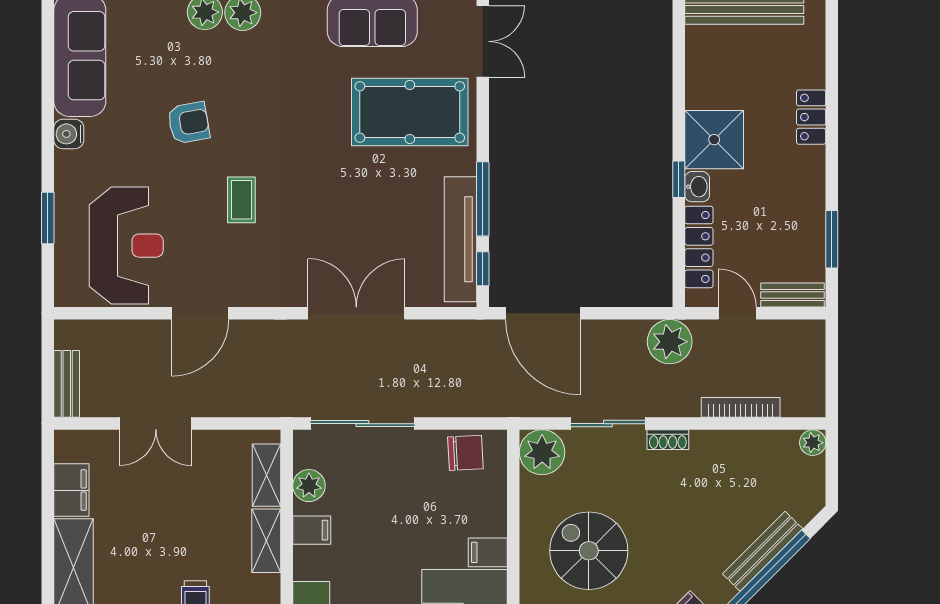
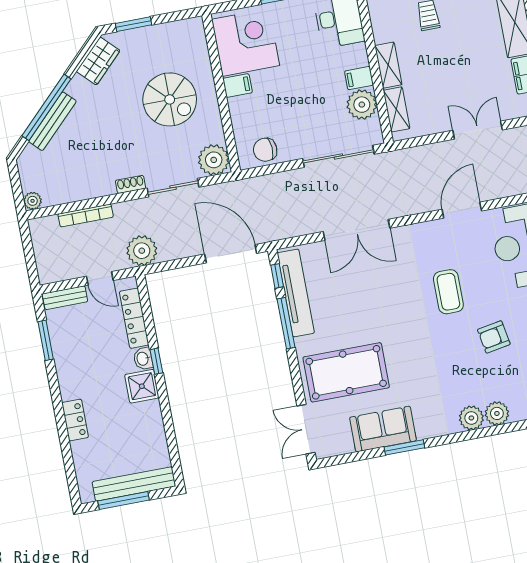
shower: (714, 140) -> (142, 386), width x0.73, depth x0.73
coffee table: (241, 200) -> (448, 292), width x1.36, depth x1.30
plant: (309, 486) -> (362, 105), width x1.36, depth x1.36

